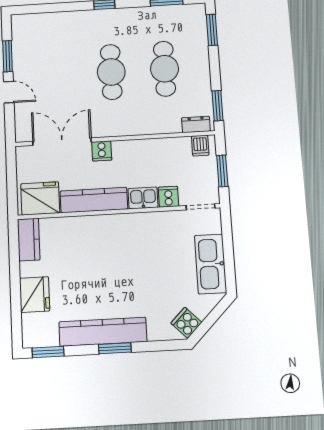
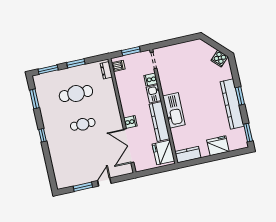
cafe table: (111, 72) -> (83, 124), width x0.73, depth x0.74
window: (218, 106) -> (76, 63), moved
kitchen sink: (211, 264) -> (174, 110), moved, turned -90

